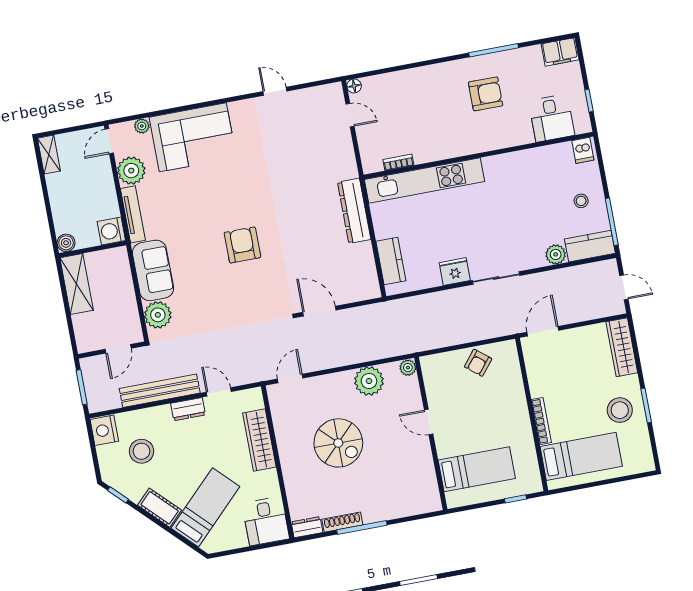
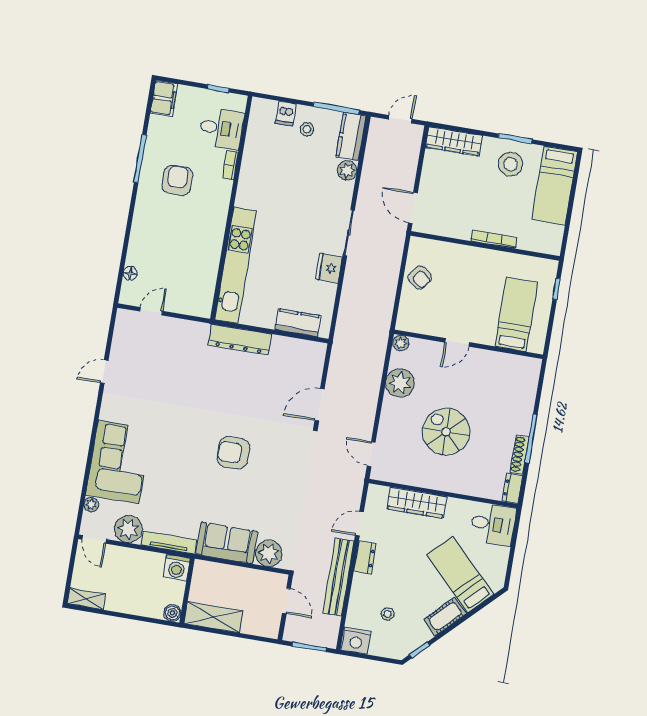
floor lamp: (354, 86) -> (130, 273), moved
dishwasher: (583, 150) -> (286, 114), moved, turned 90
bookcase: (398, 162) -> (230, 165), moved
spiral stairs: (338, 443) -> (446, 432), turned -90
stool: (141, 451) -> (388, 614), width x0.53, depth x0.53
bed: (581, 456) -> (555, 186), moved, turned 180

